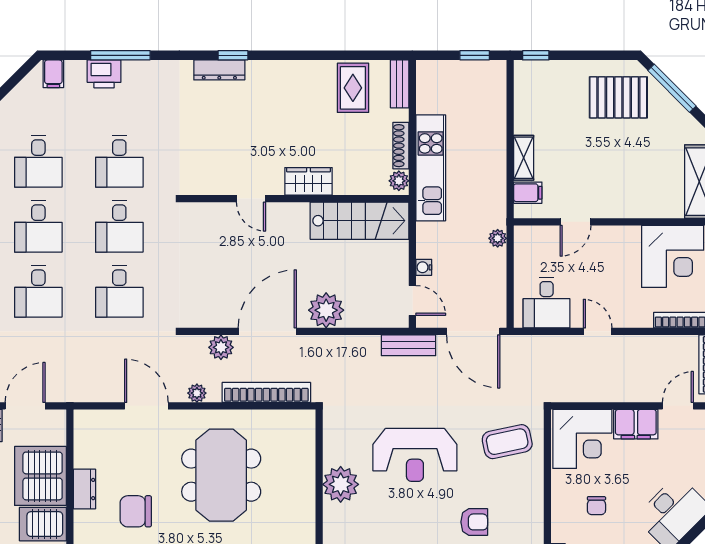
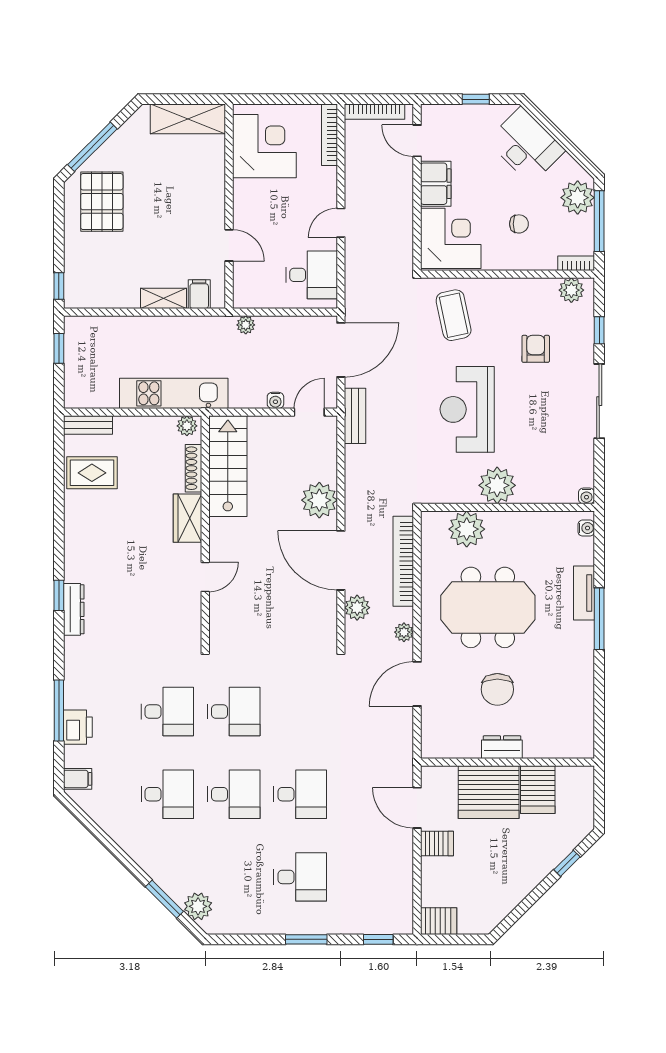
shoe rack: (401, 146) -> (194, 468), moved, turned 90
desk: (119, 291) -> (300, 712), removed
plant: (298, 454) -> (467, 529), added
reception desk: (415, 455) -> (467, 409), turned 180
chair: (136, 511) -> (497, 689), moved

